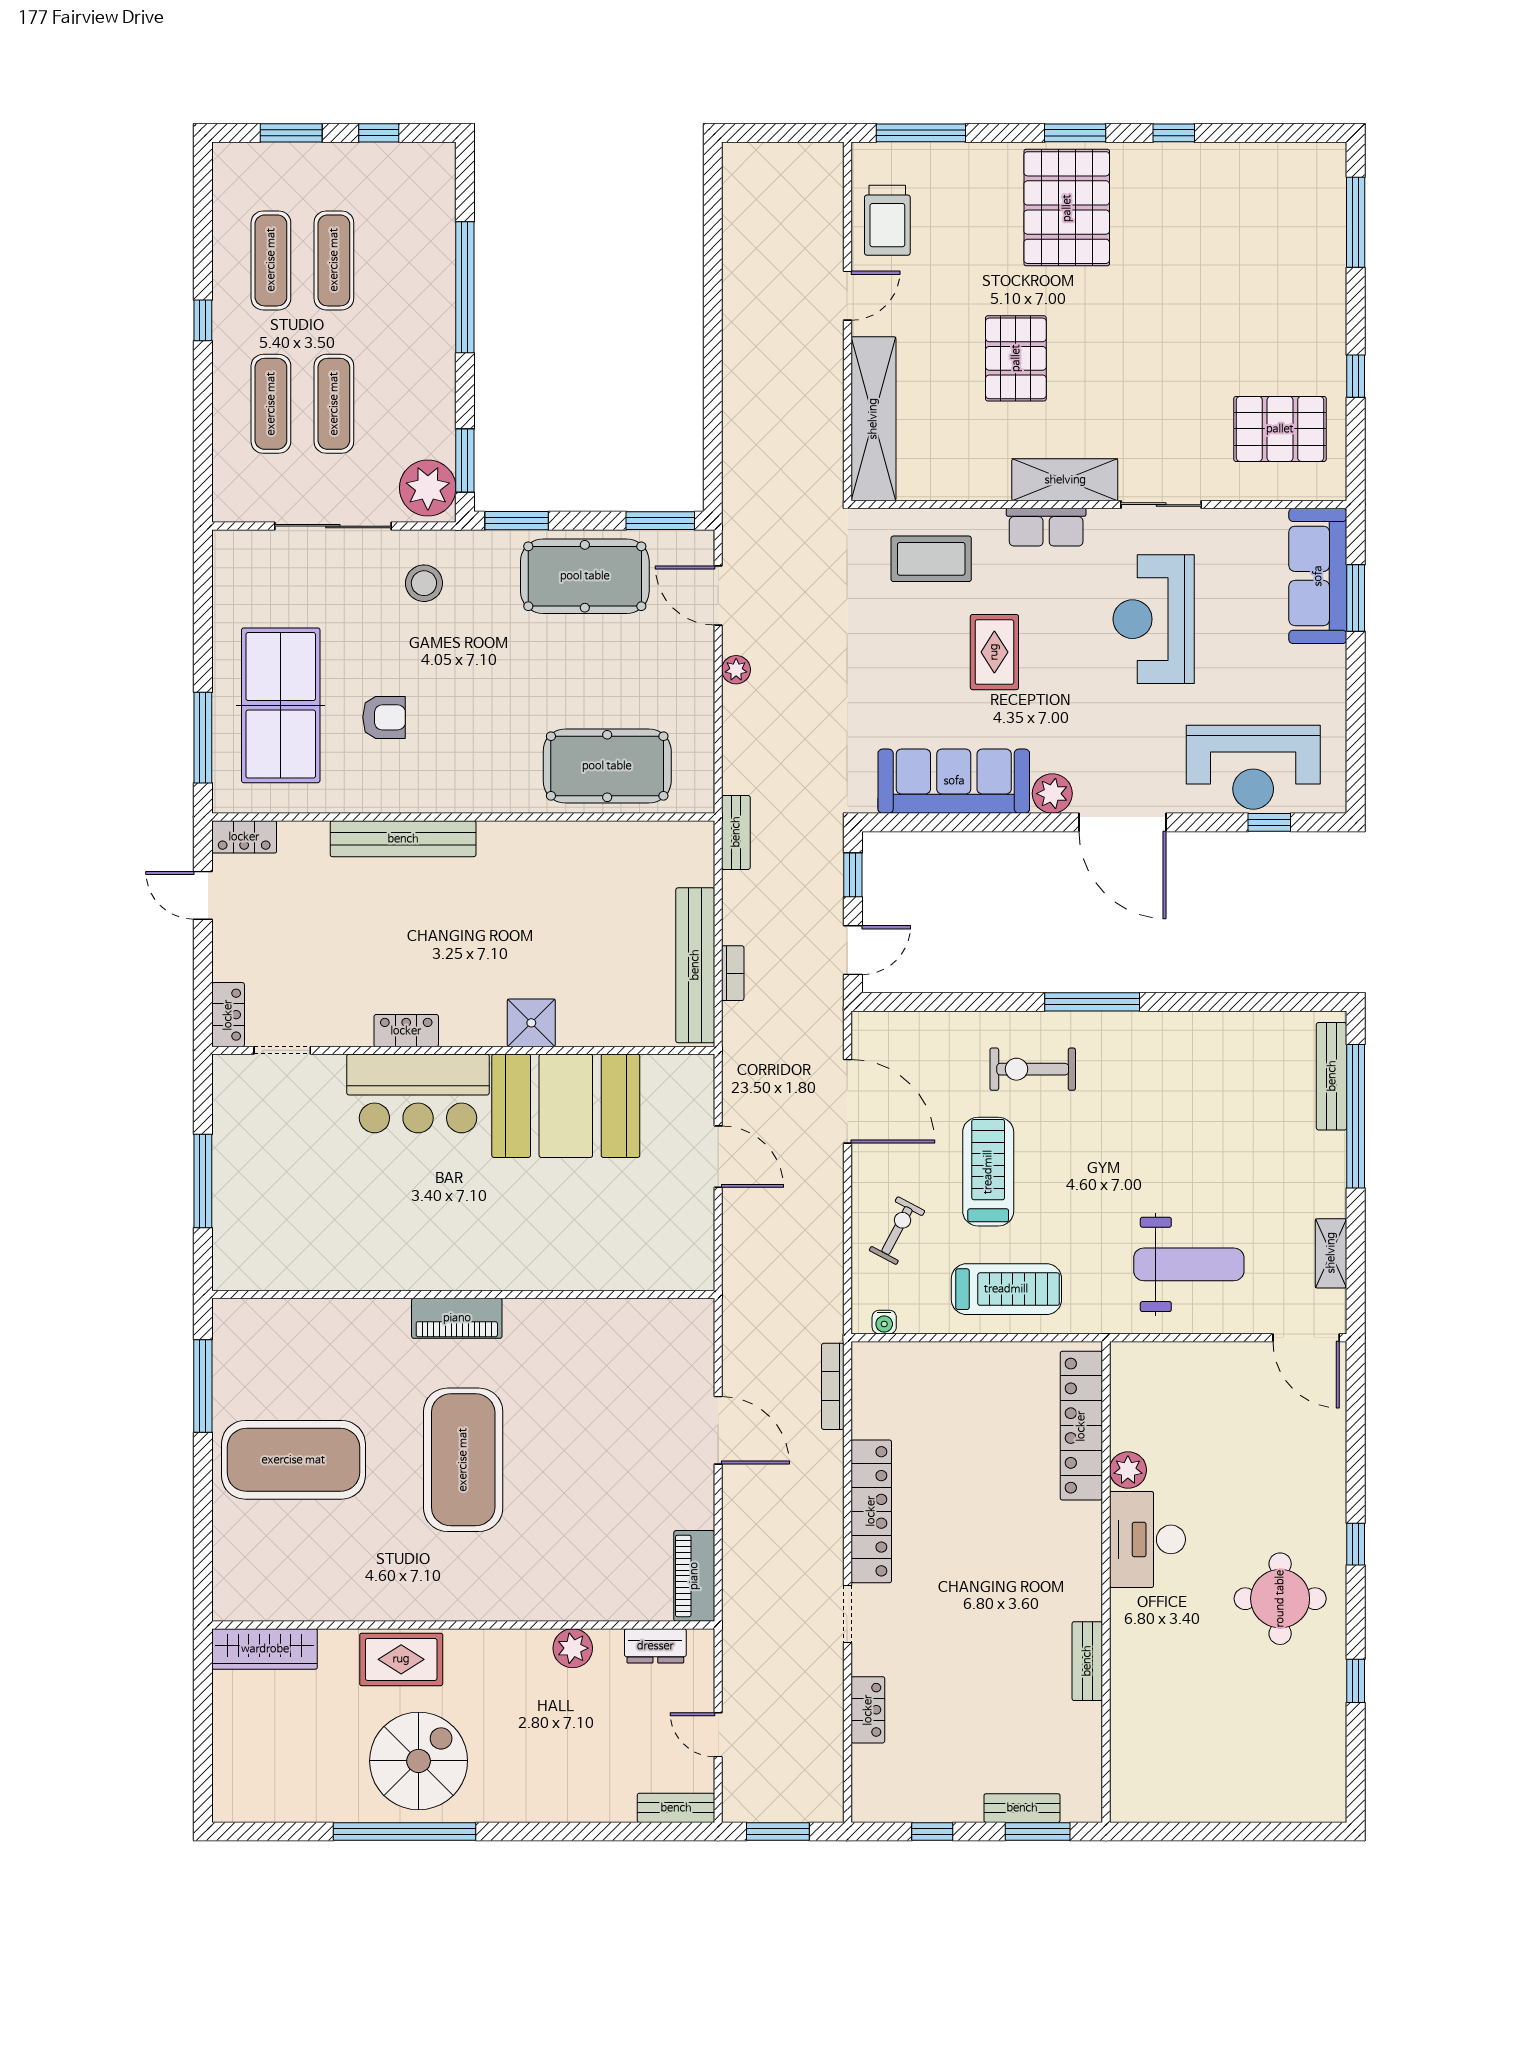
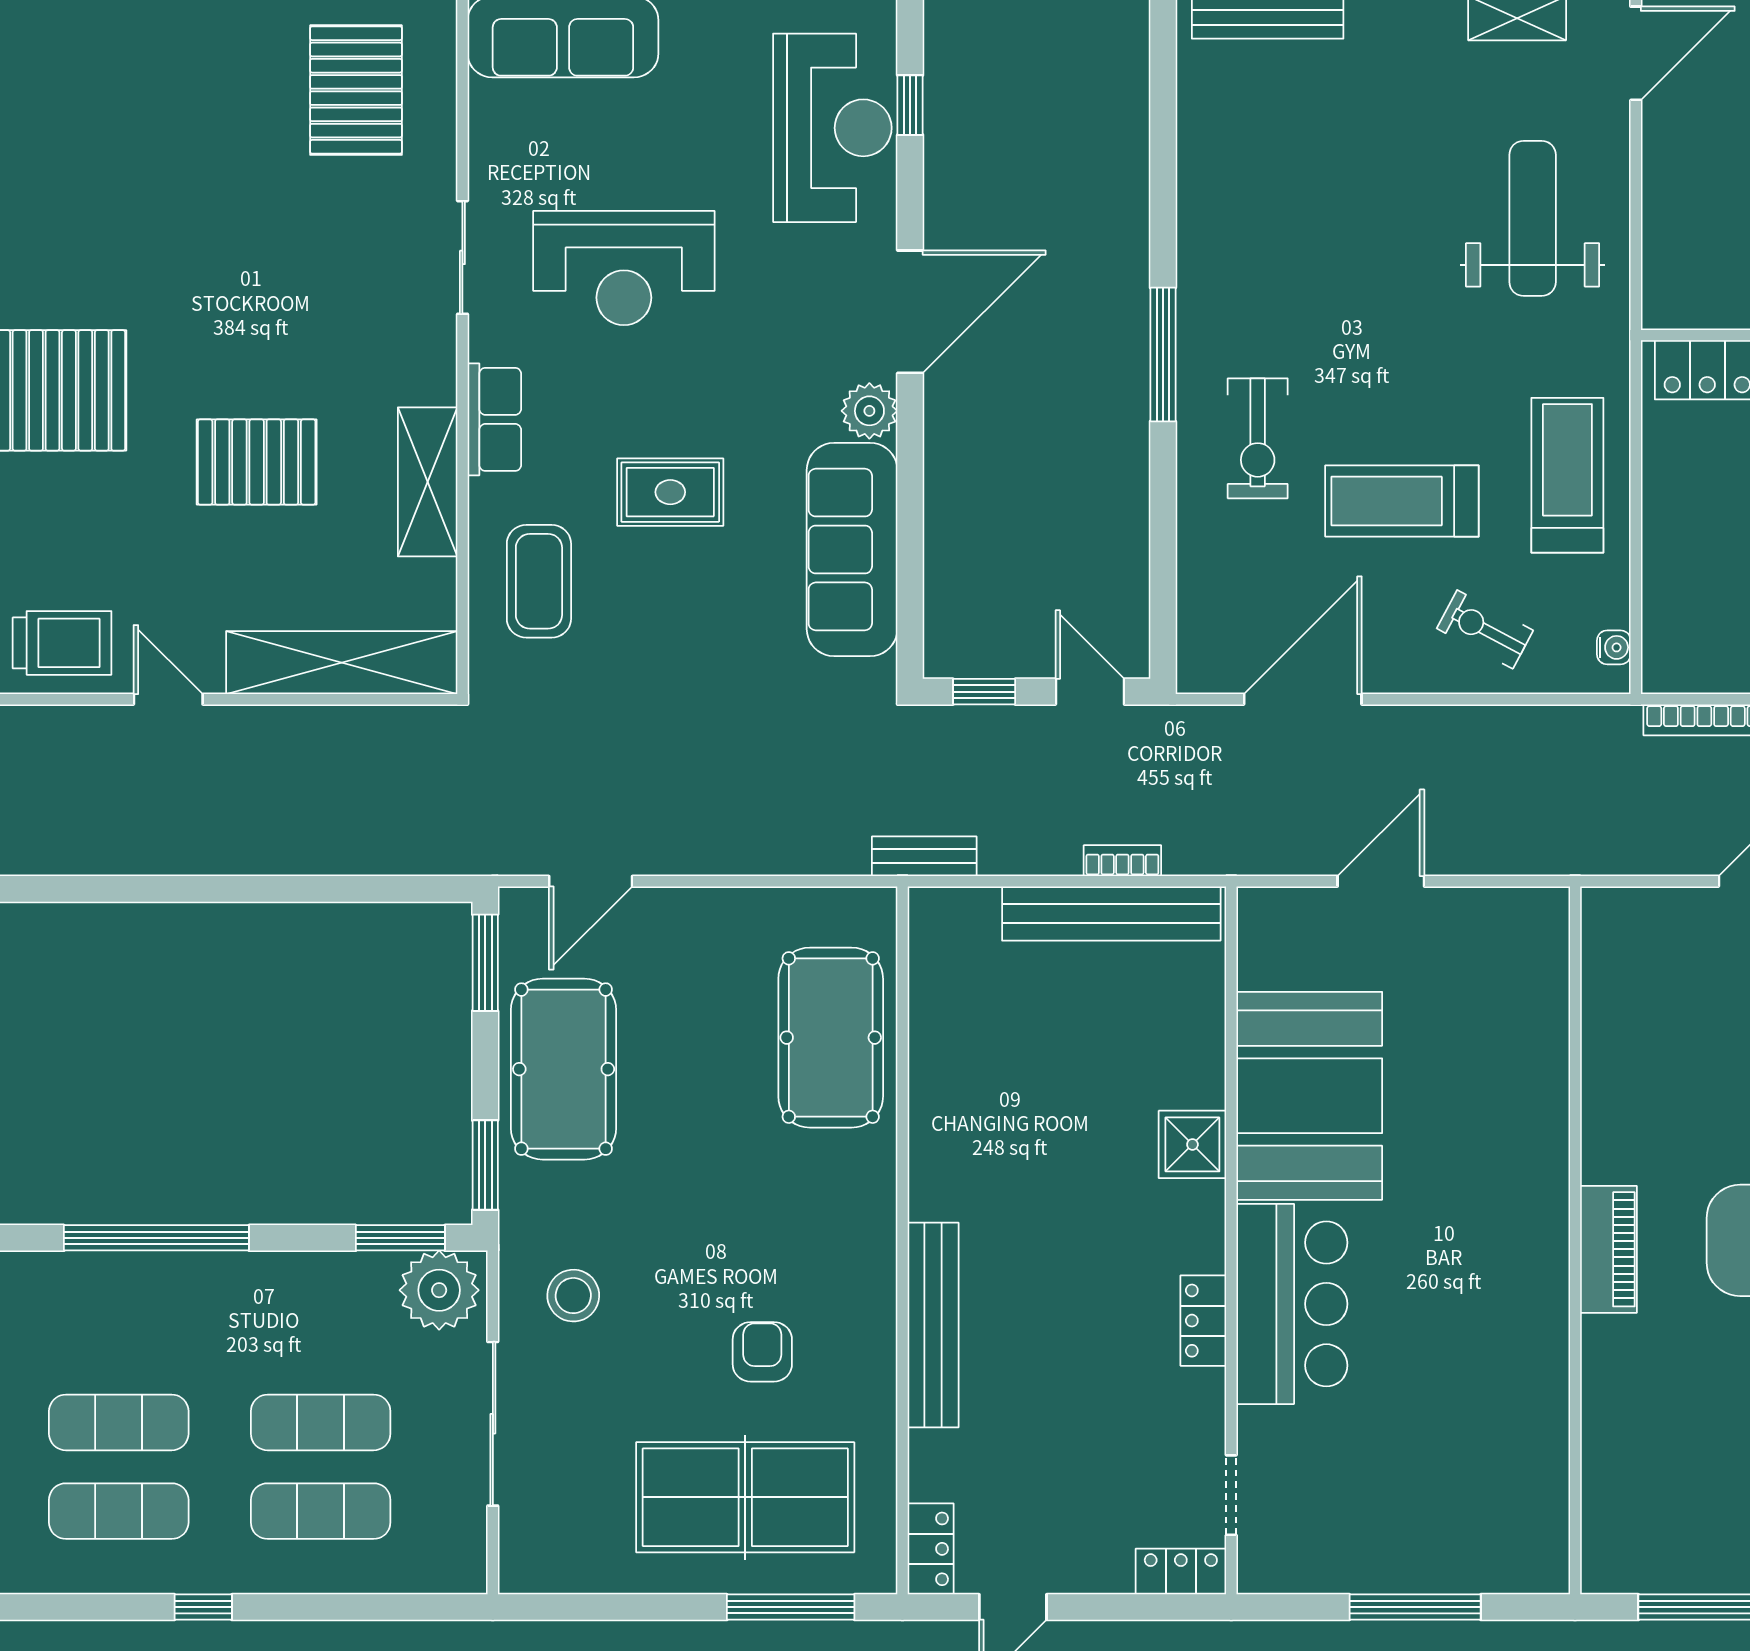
shelving: (1065, 480) -> (428, 482), moved
plant: (736, 670) -> (695, 856), removed

